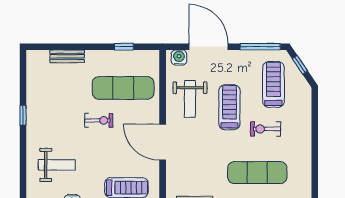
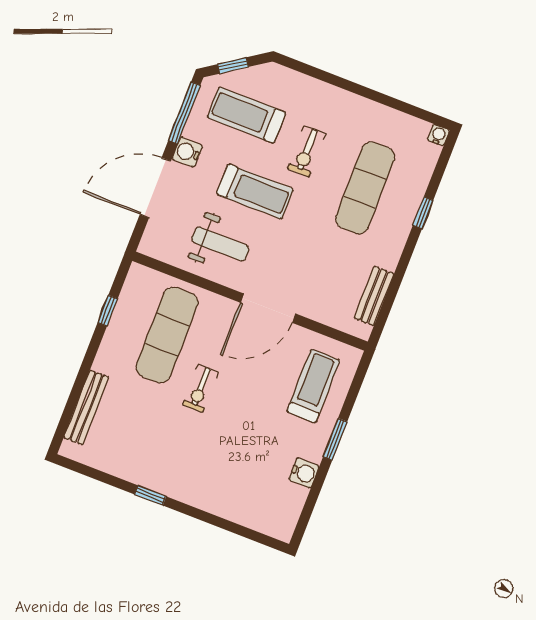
bench: (67, 56) -> (86, 407), width x1.36
water cooler: (179, 58) -> (187, 152), moved
treadmill: (229, 107) -> (255, 192), turned 180
exercise bike: (99, 120) -> (200, 388), turned 180
weight bench: (57, 165) -> (241, 474), removed

